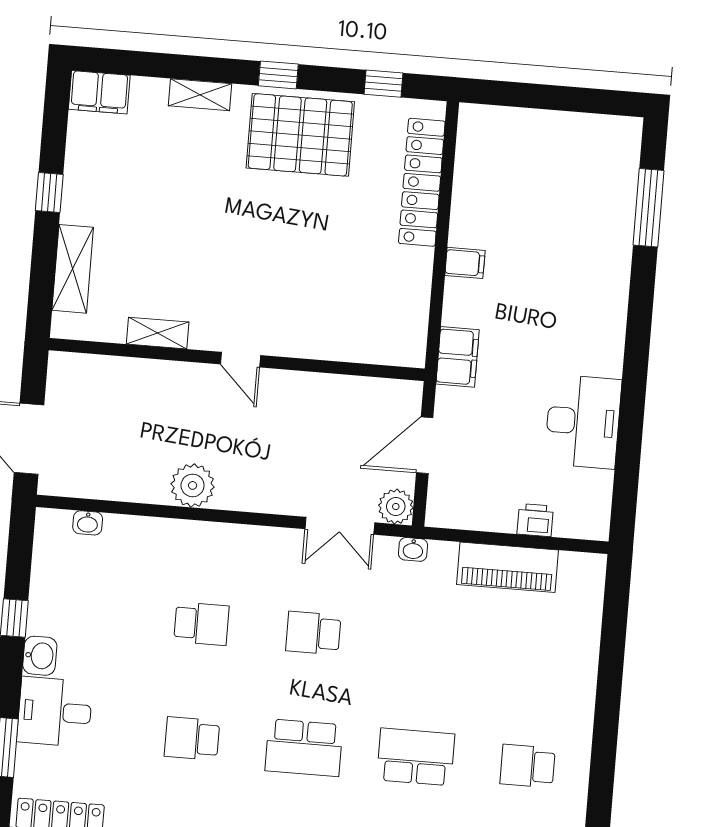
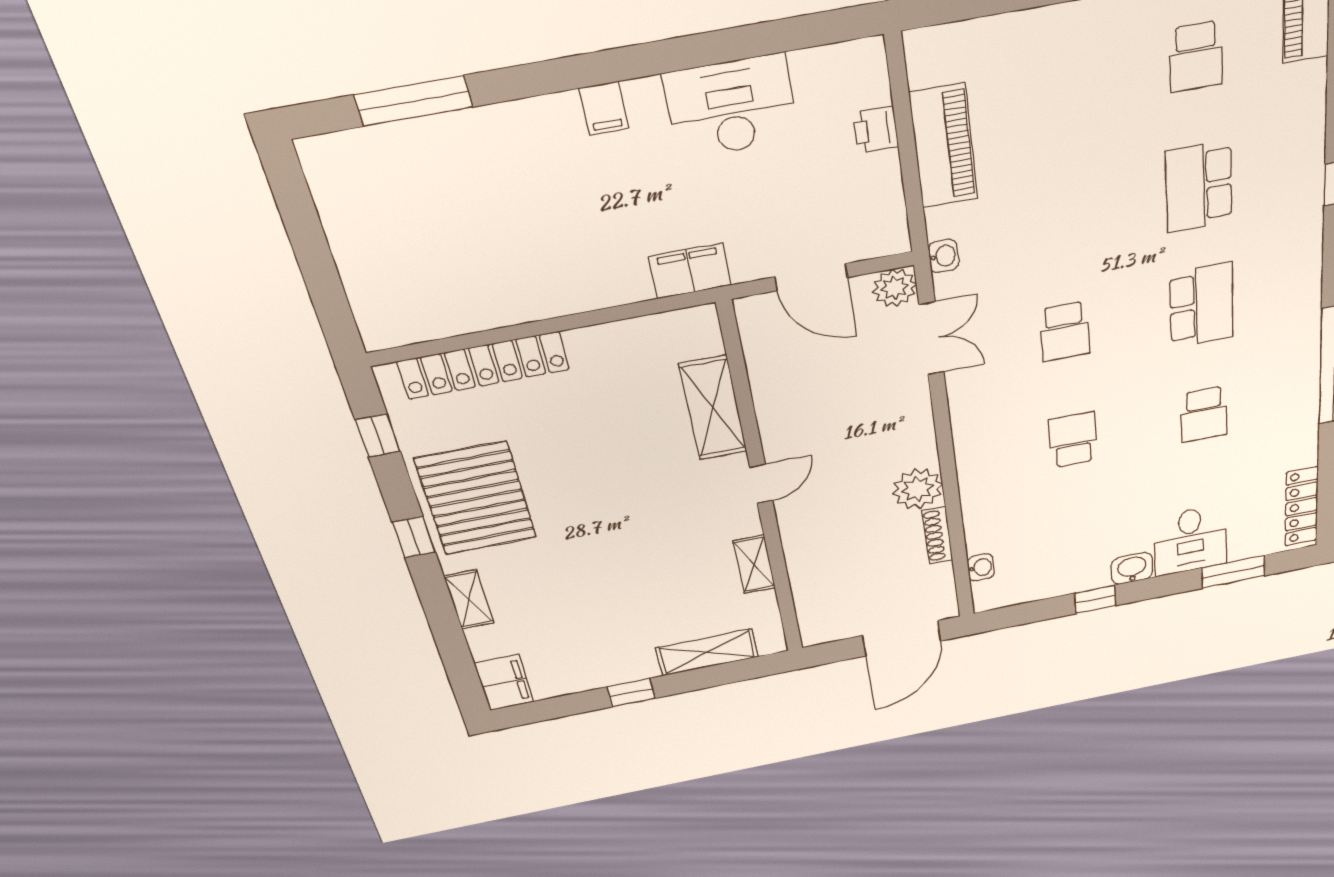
filing cabinet: (465, 263) -> (604, 108), moved, turned 180
shelving: (328, 341) -> (713, 408), added
shoe rack: (137, 492) -> (937, 535), added

